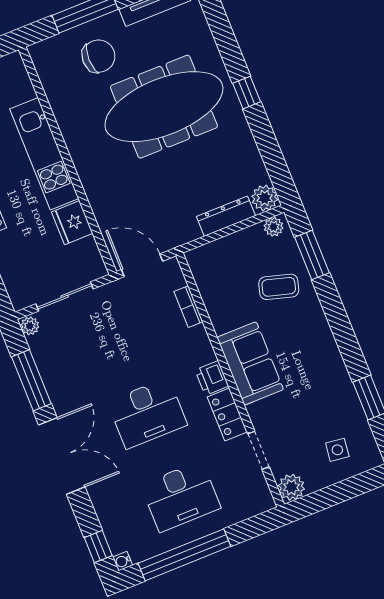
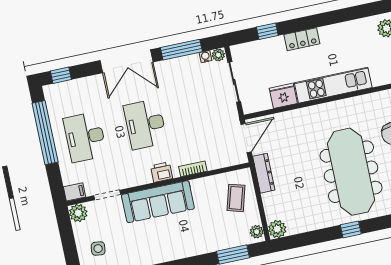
dresser: (226, 216) -> (264, 173), moved
coffee table: (279, 287) -> (236, 198), moved
bookcase: (188, 307) -> (193, 169), moved
sofa: (250, 363) -> (158, 202), width x1.36
locker: (227, 415) -> (135, 178), removed
filing cabinet: (262, 498) -> (74, 192), added
water cooler: (123, 561) -> (205, 57), moved

